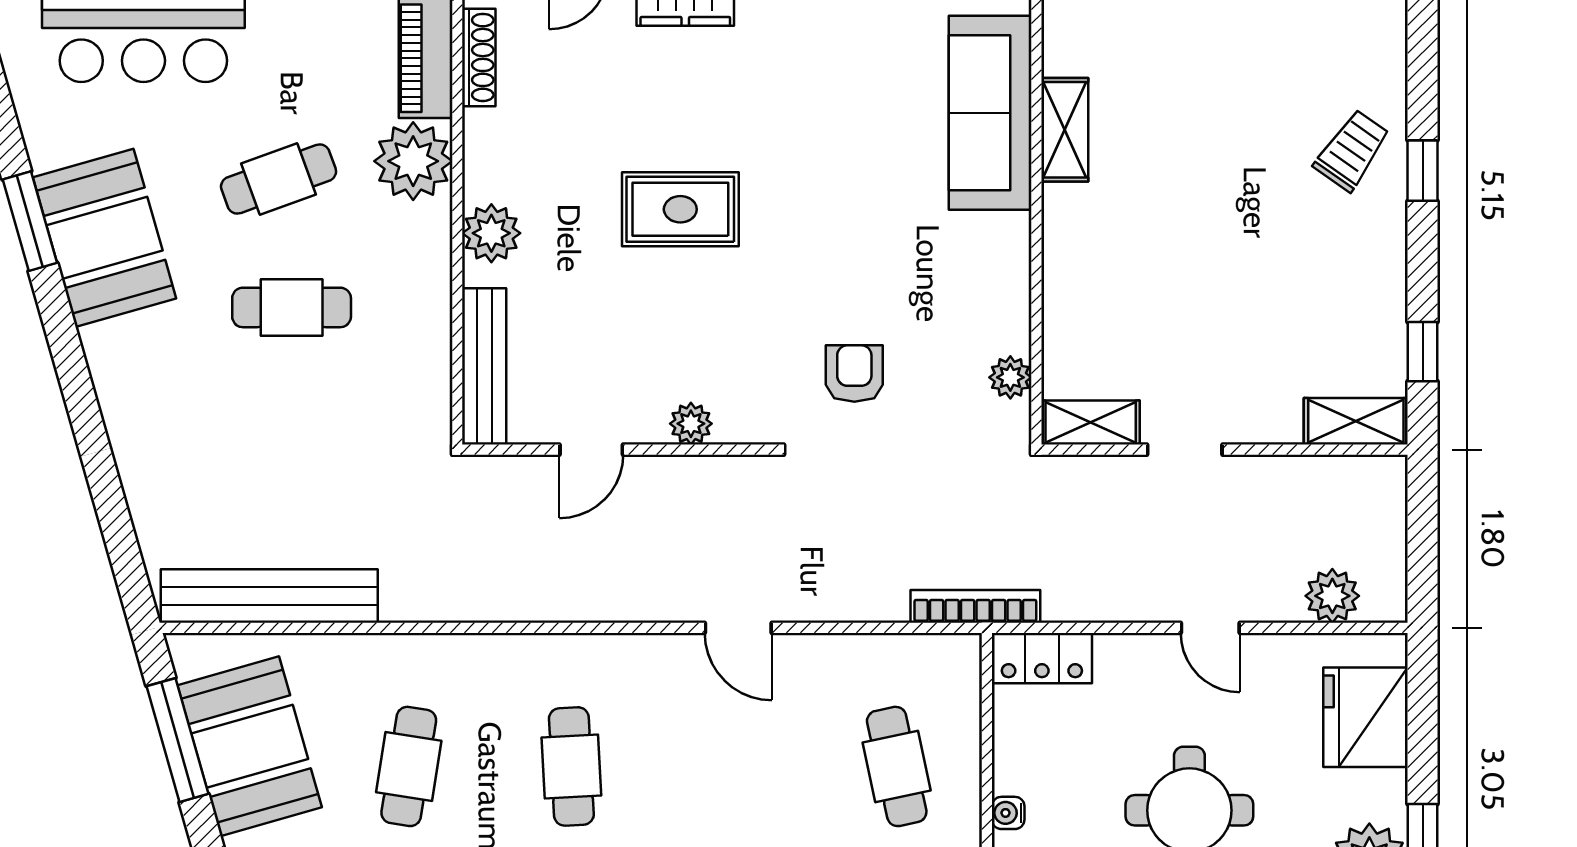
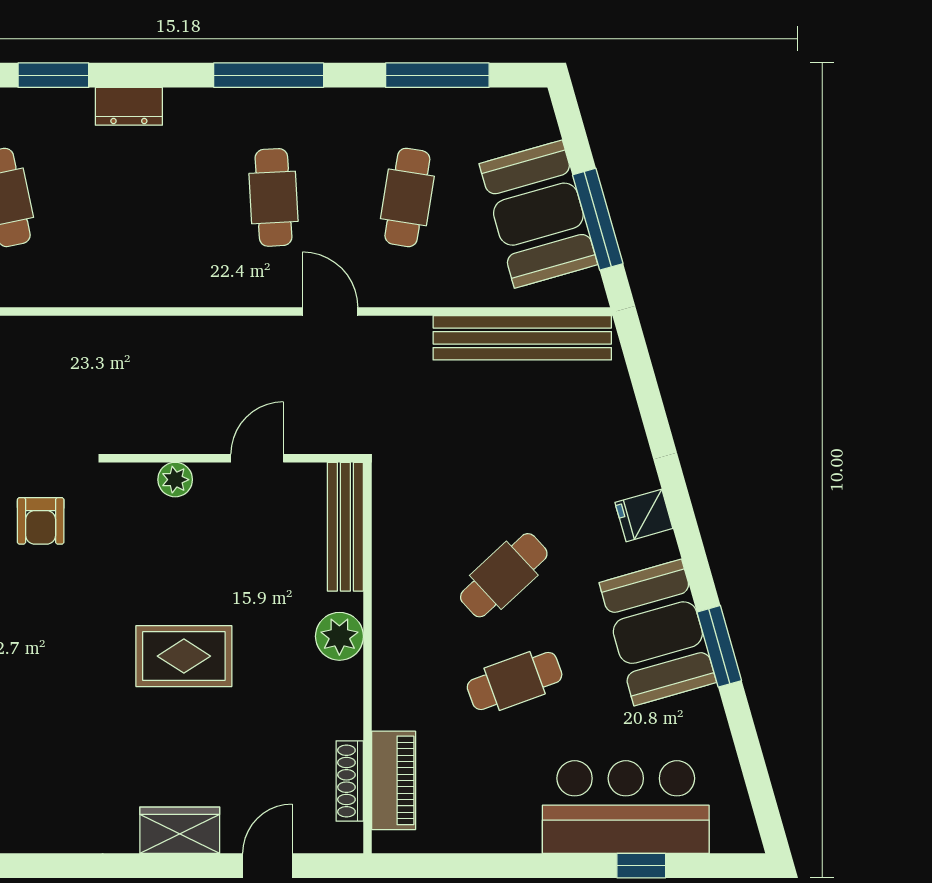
plant: (413, 161) -> (404, 696), removed
cafe table: (292, 307) -> (504, 575), turned -43
fridge: (121, 380) -> (644, 515), added
door: (738, 628) -> (330, 312), moved

